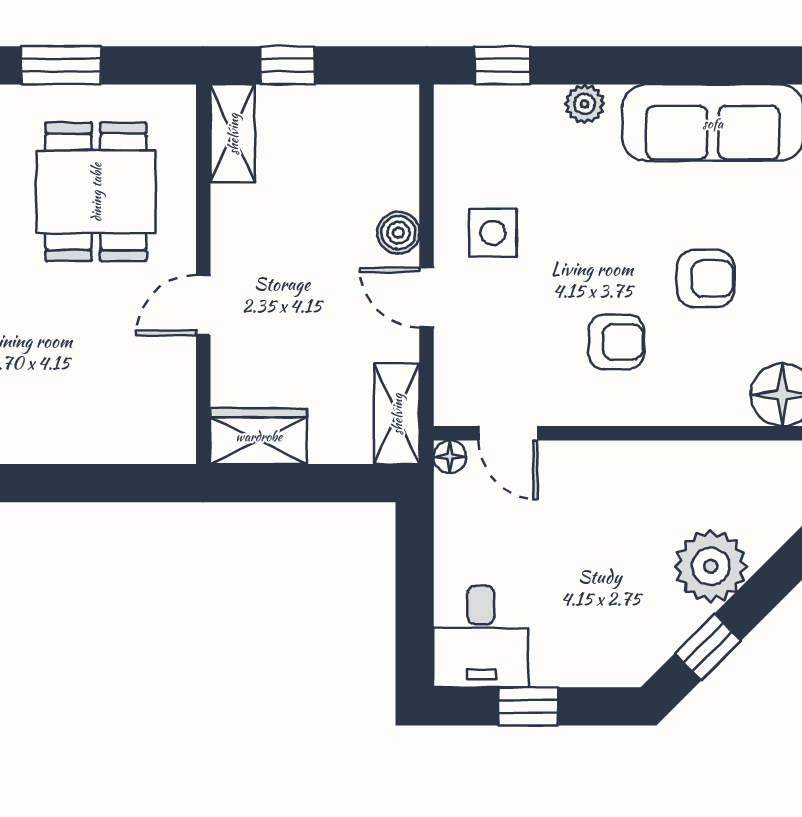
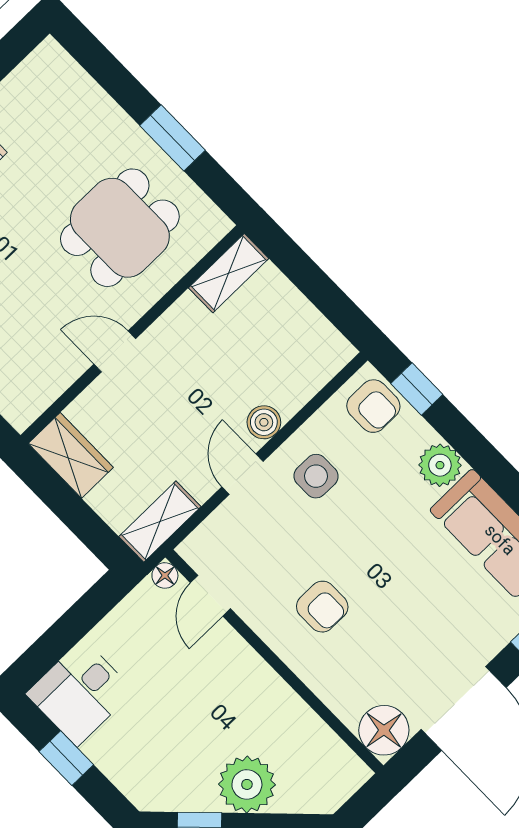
window: (288, 65) -> (298, 267), removed
plant: (585, 104) -> (440, 465), width x1.38, depth x1.38
armchair: (706, 279) -> (373, 406), moved

